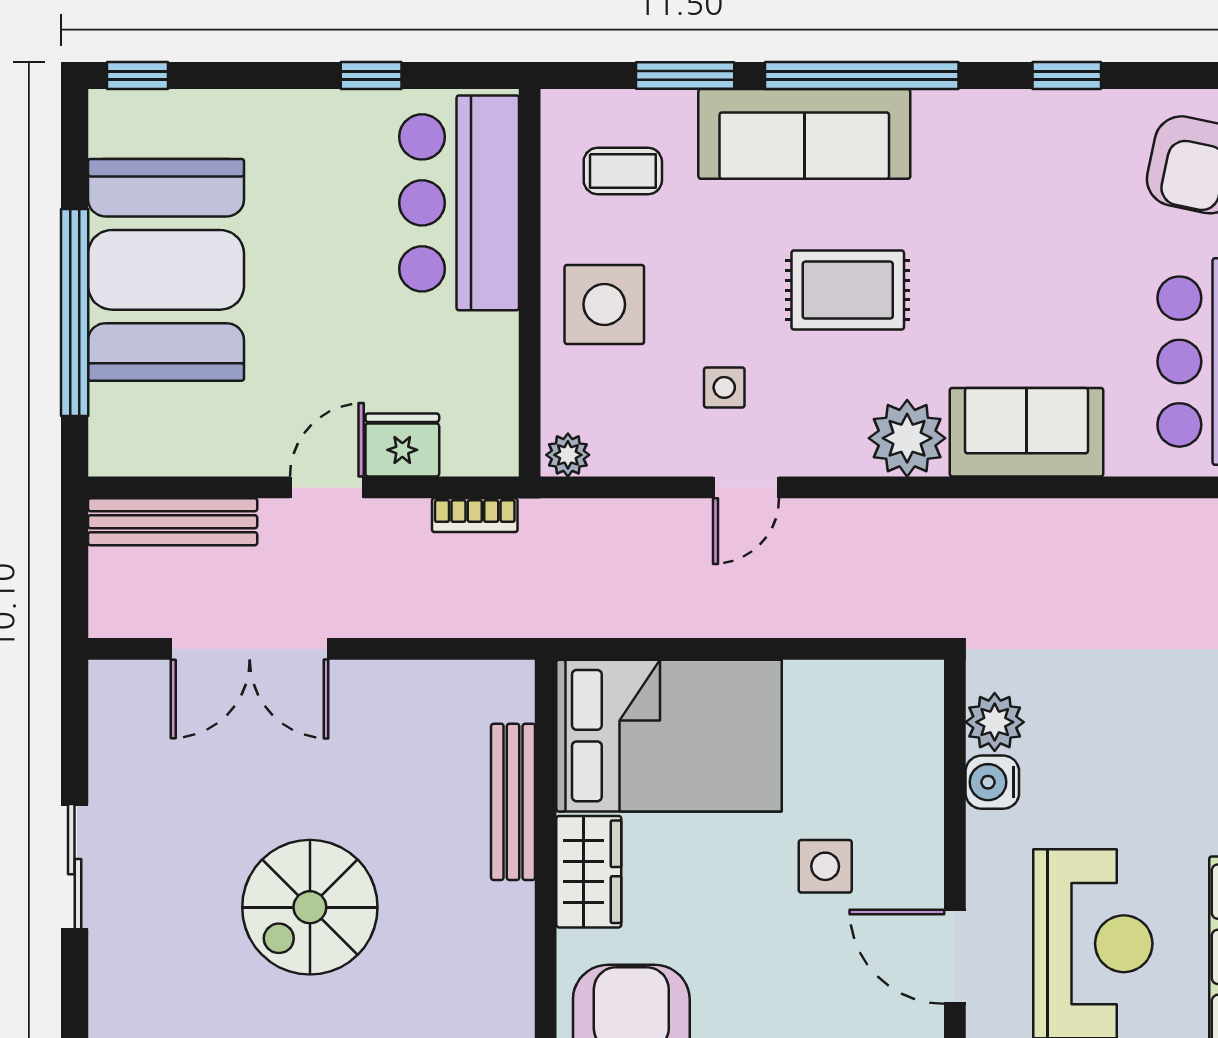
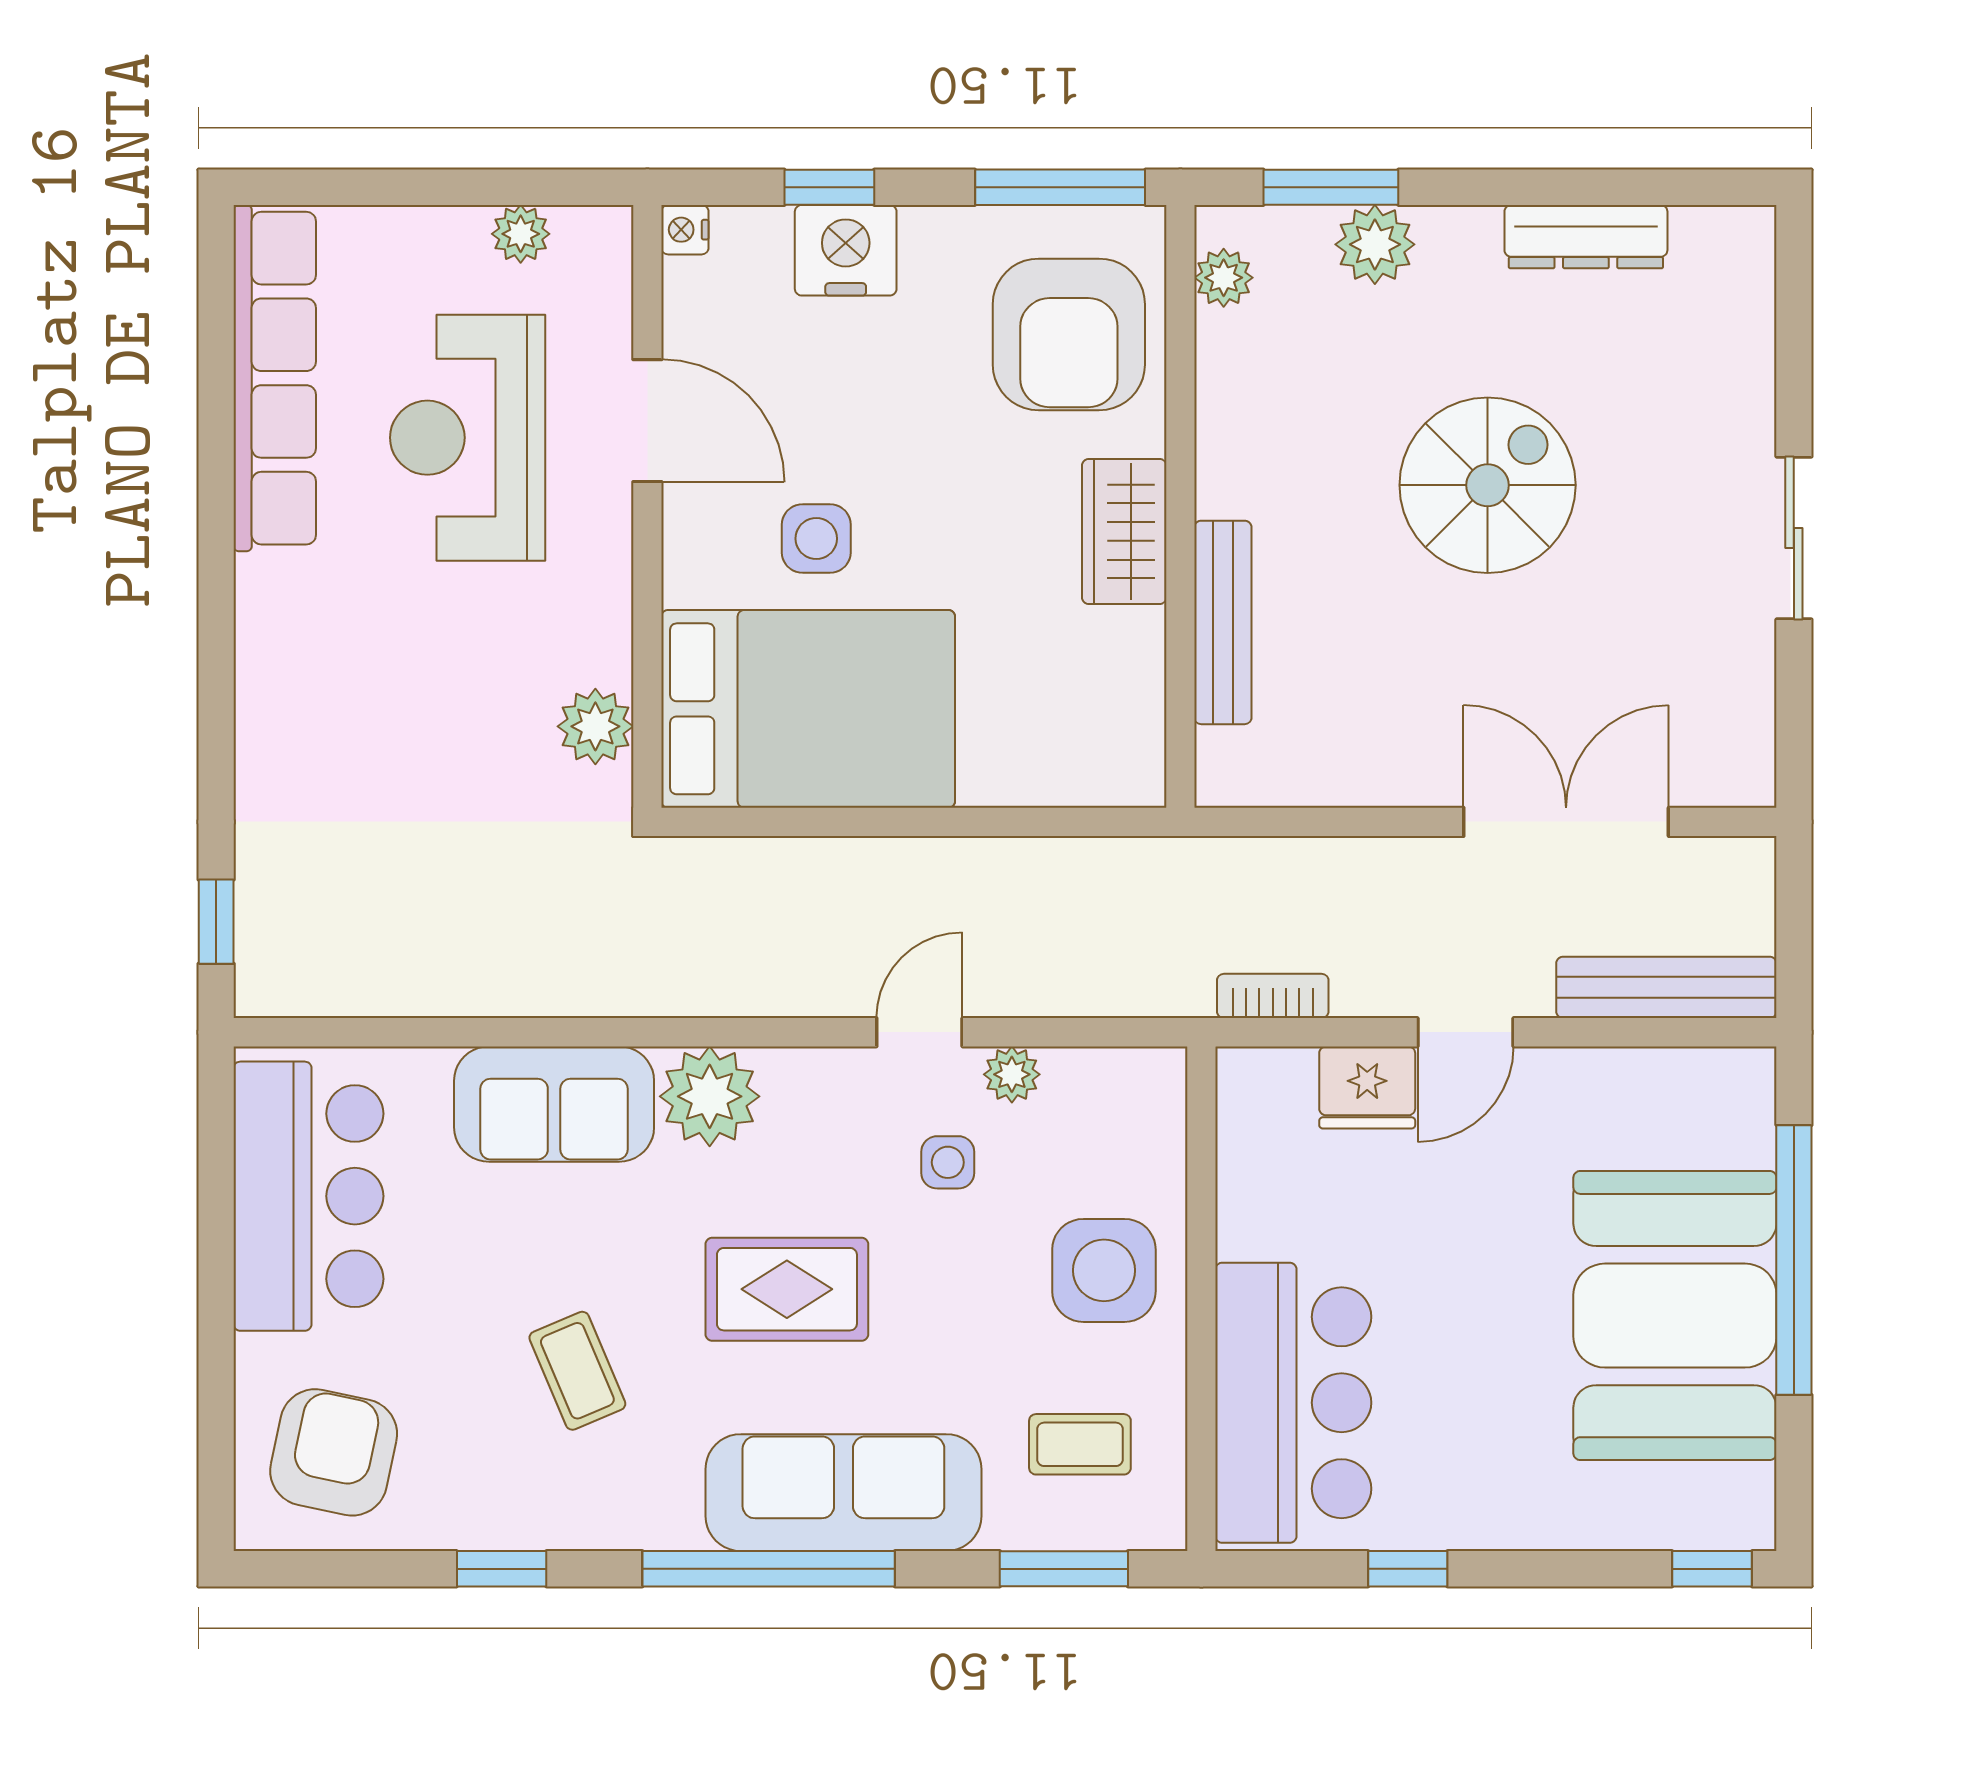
window: (685, 75) -> (1064, 1569), moved
coffee table: (1009, 227) -> (577, 1371), added
plant: (568, 455) -> (1012, 1074), moved
bed: (669, 736) -> (808, 709), moved, turned 180
water cooler: (992, 782) -> (599, 648), removed

